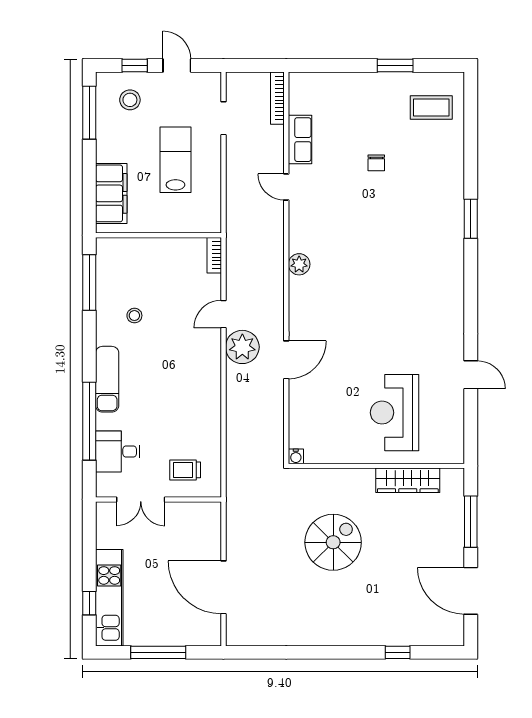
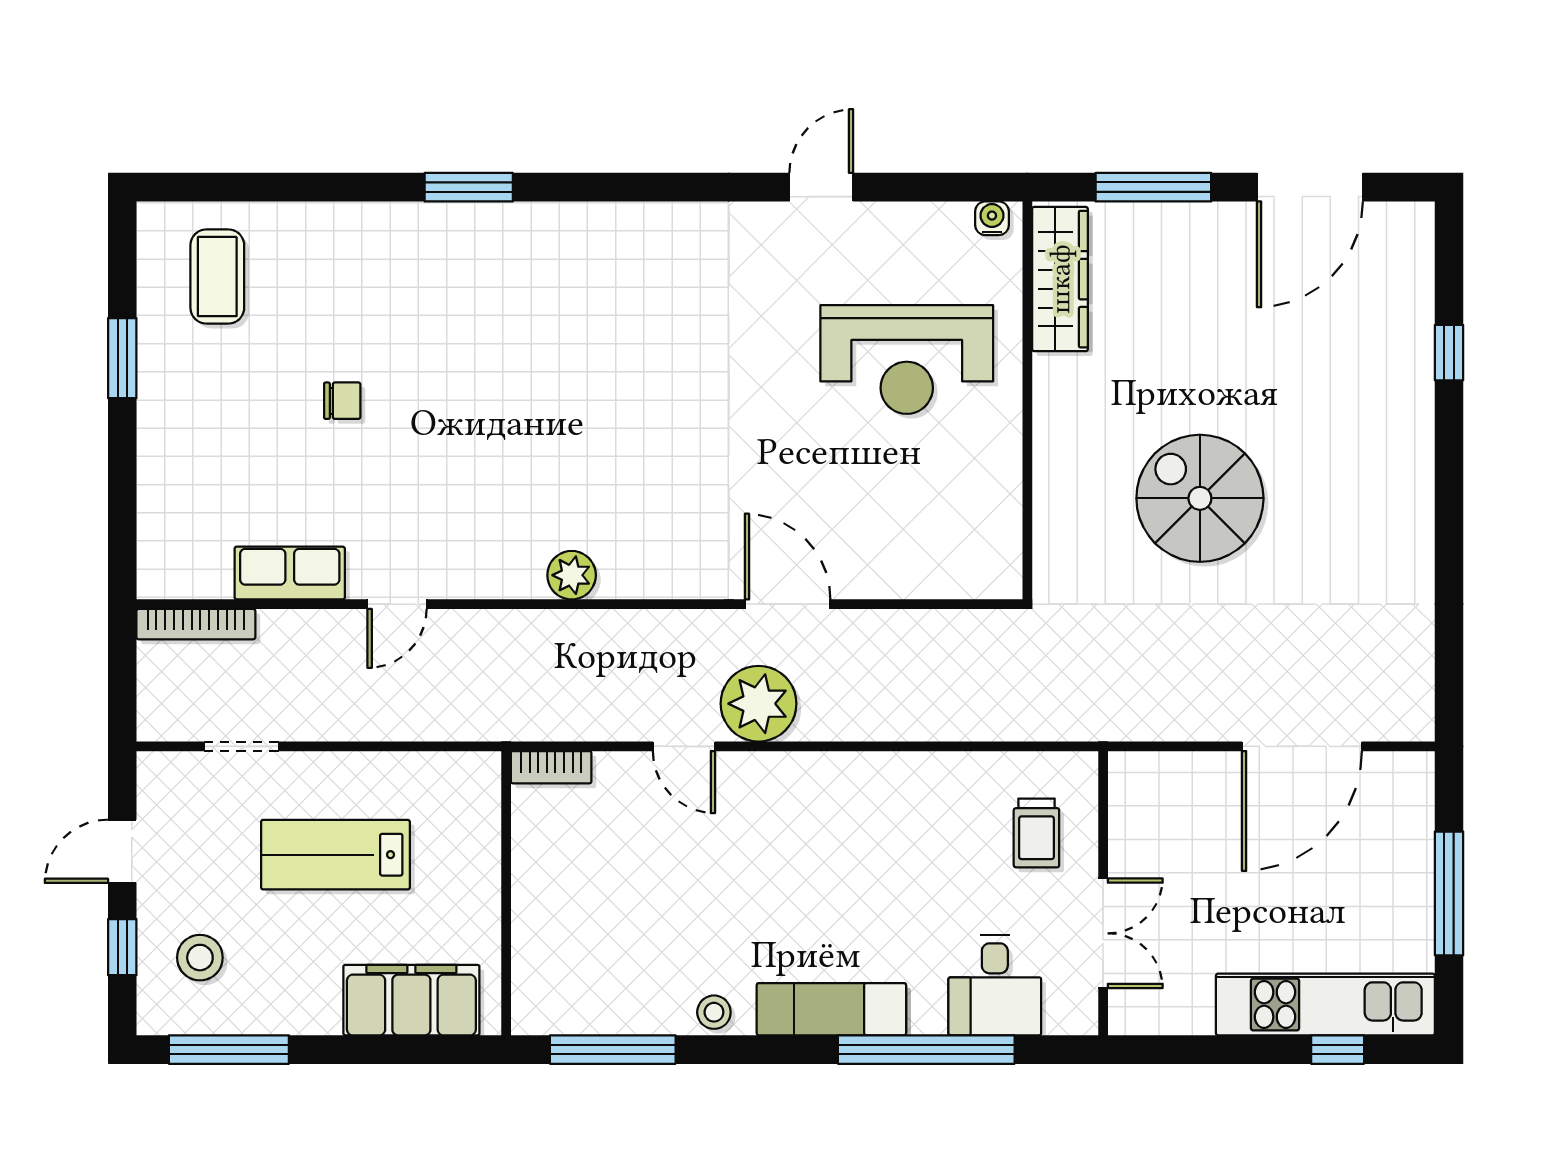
stool: (134, 316) -> (714, 1012), moved
water cooler: (296, 456) -> (992, 218), moved, turned -90
wardrobe: (408, 480) -> (1060, 279), moved

